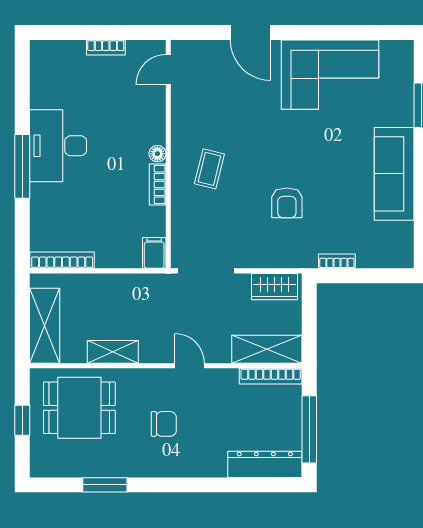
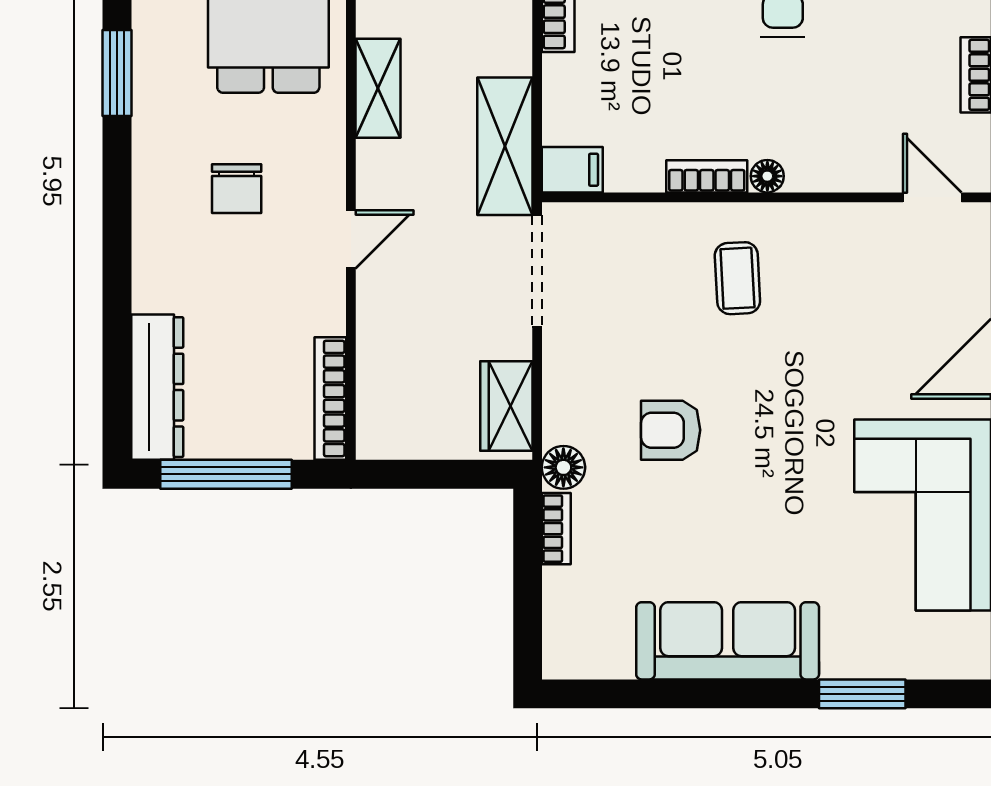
coffee table: (209, 169) -> (737, 278), turned 73
floor lamp: (306, 257) -> (563, 467), added
shelving: (267, 349) -> (505, 146), moved

